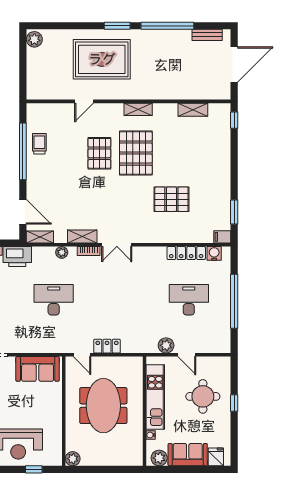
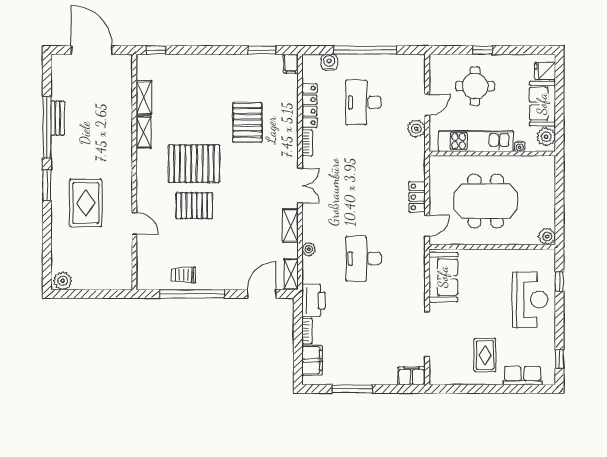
bench: (207, 35) -> (58, 118), moved
rug: (102, 59) -> (86, 203), width x0.73, depth x0.69
shelving: (138, 109) -> (144, 132), moved
bookcase: (89, 251) -> (307, 143), moved
water cooler: (214, 253) -> (329, 62), moved, turned 90

